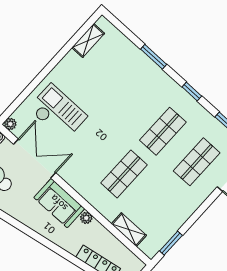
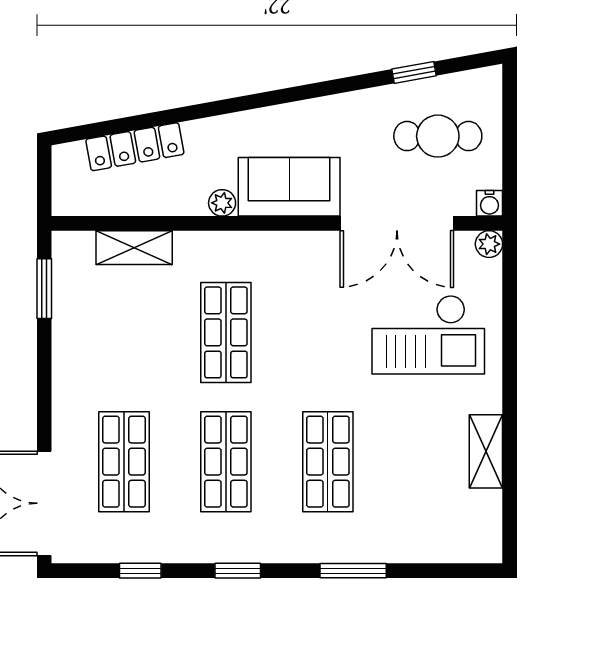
shelving: (88, 40) -> (486, 451), moved
shop shelf: (129, 100) -> (328, 462), added

